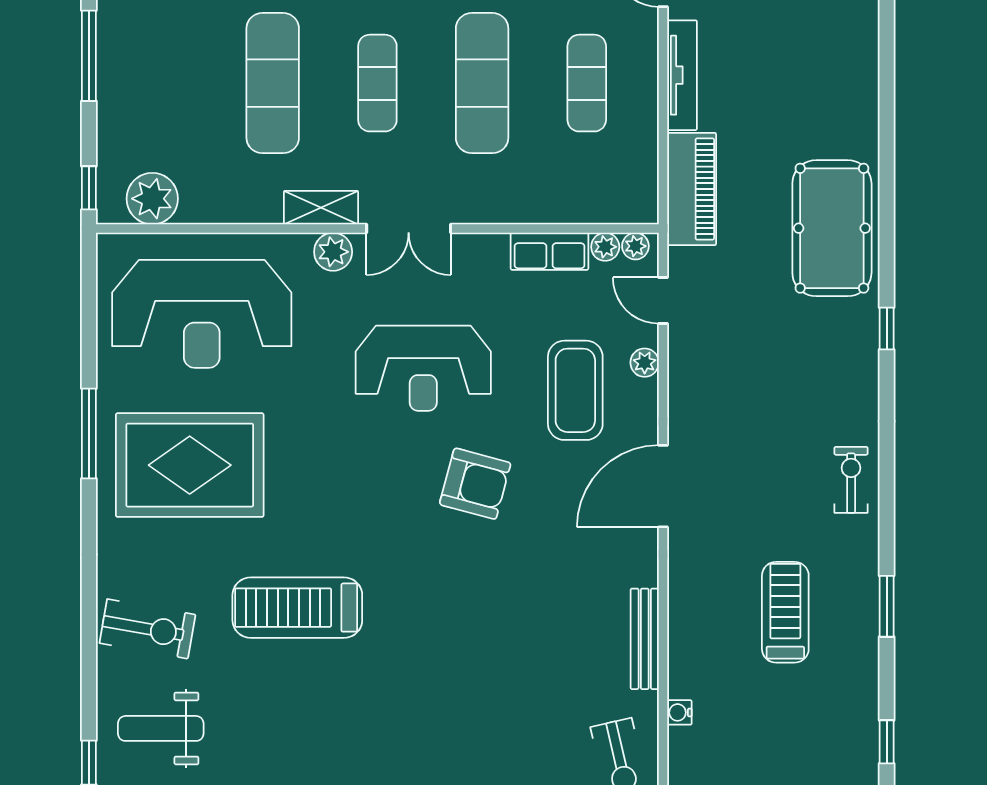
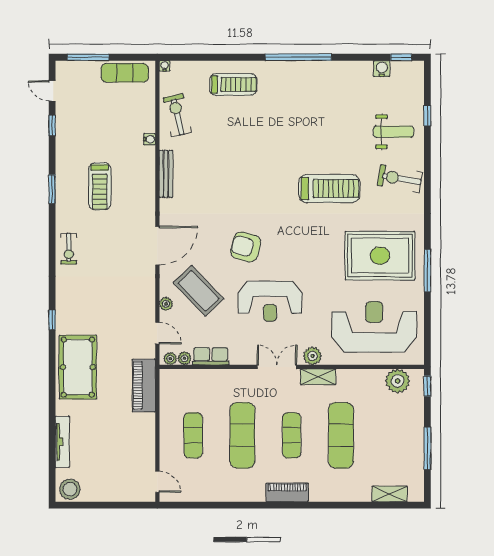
tv unit: (682, 75) -> (62, 442), moved, turned 180
reception desk: (423, 368) -> (270, 301), turned 180
coffee table: (575, 390) -> (199, 291), turned -44

